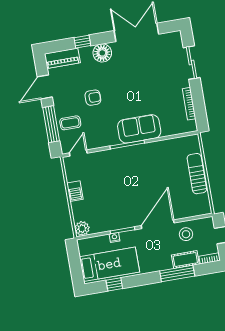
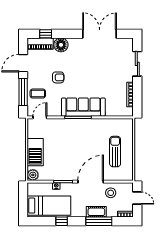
window: (82, 42) -> (46, 34), moved
floor lamp: (102, 53) -> (61, 45), moved
sofa: (139, 129) -> (83, 107), width x1.36
sun lounger: (197, 174) -> (115, 152), moved
barbecue: (75, 191) -> (35, 152), width x1.88, depth x1.53
cot: (185, 260) -> (96, 212), moved
window: (114, 284) -> (62, 221), moved

